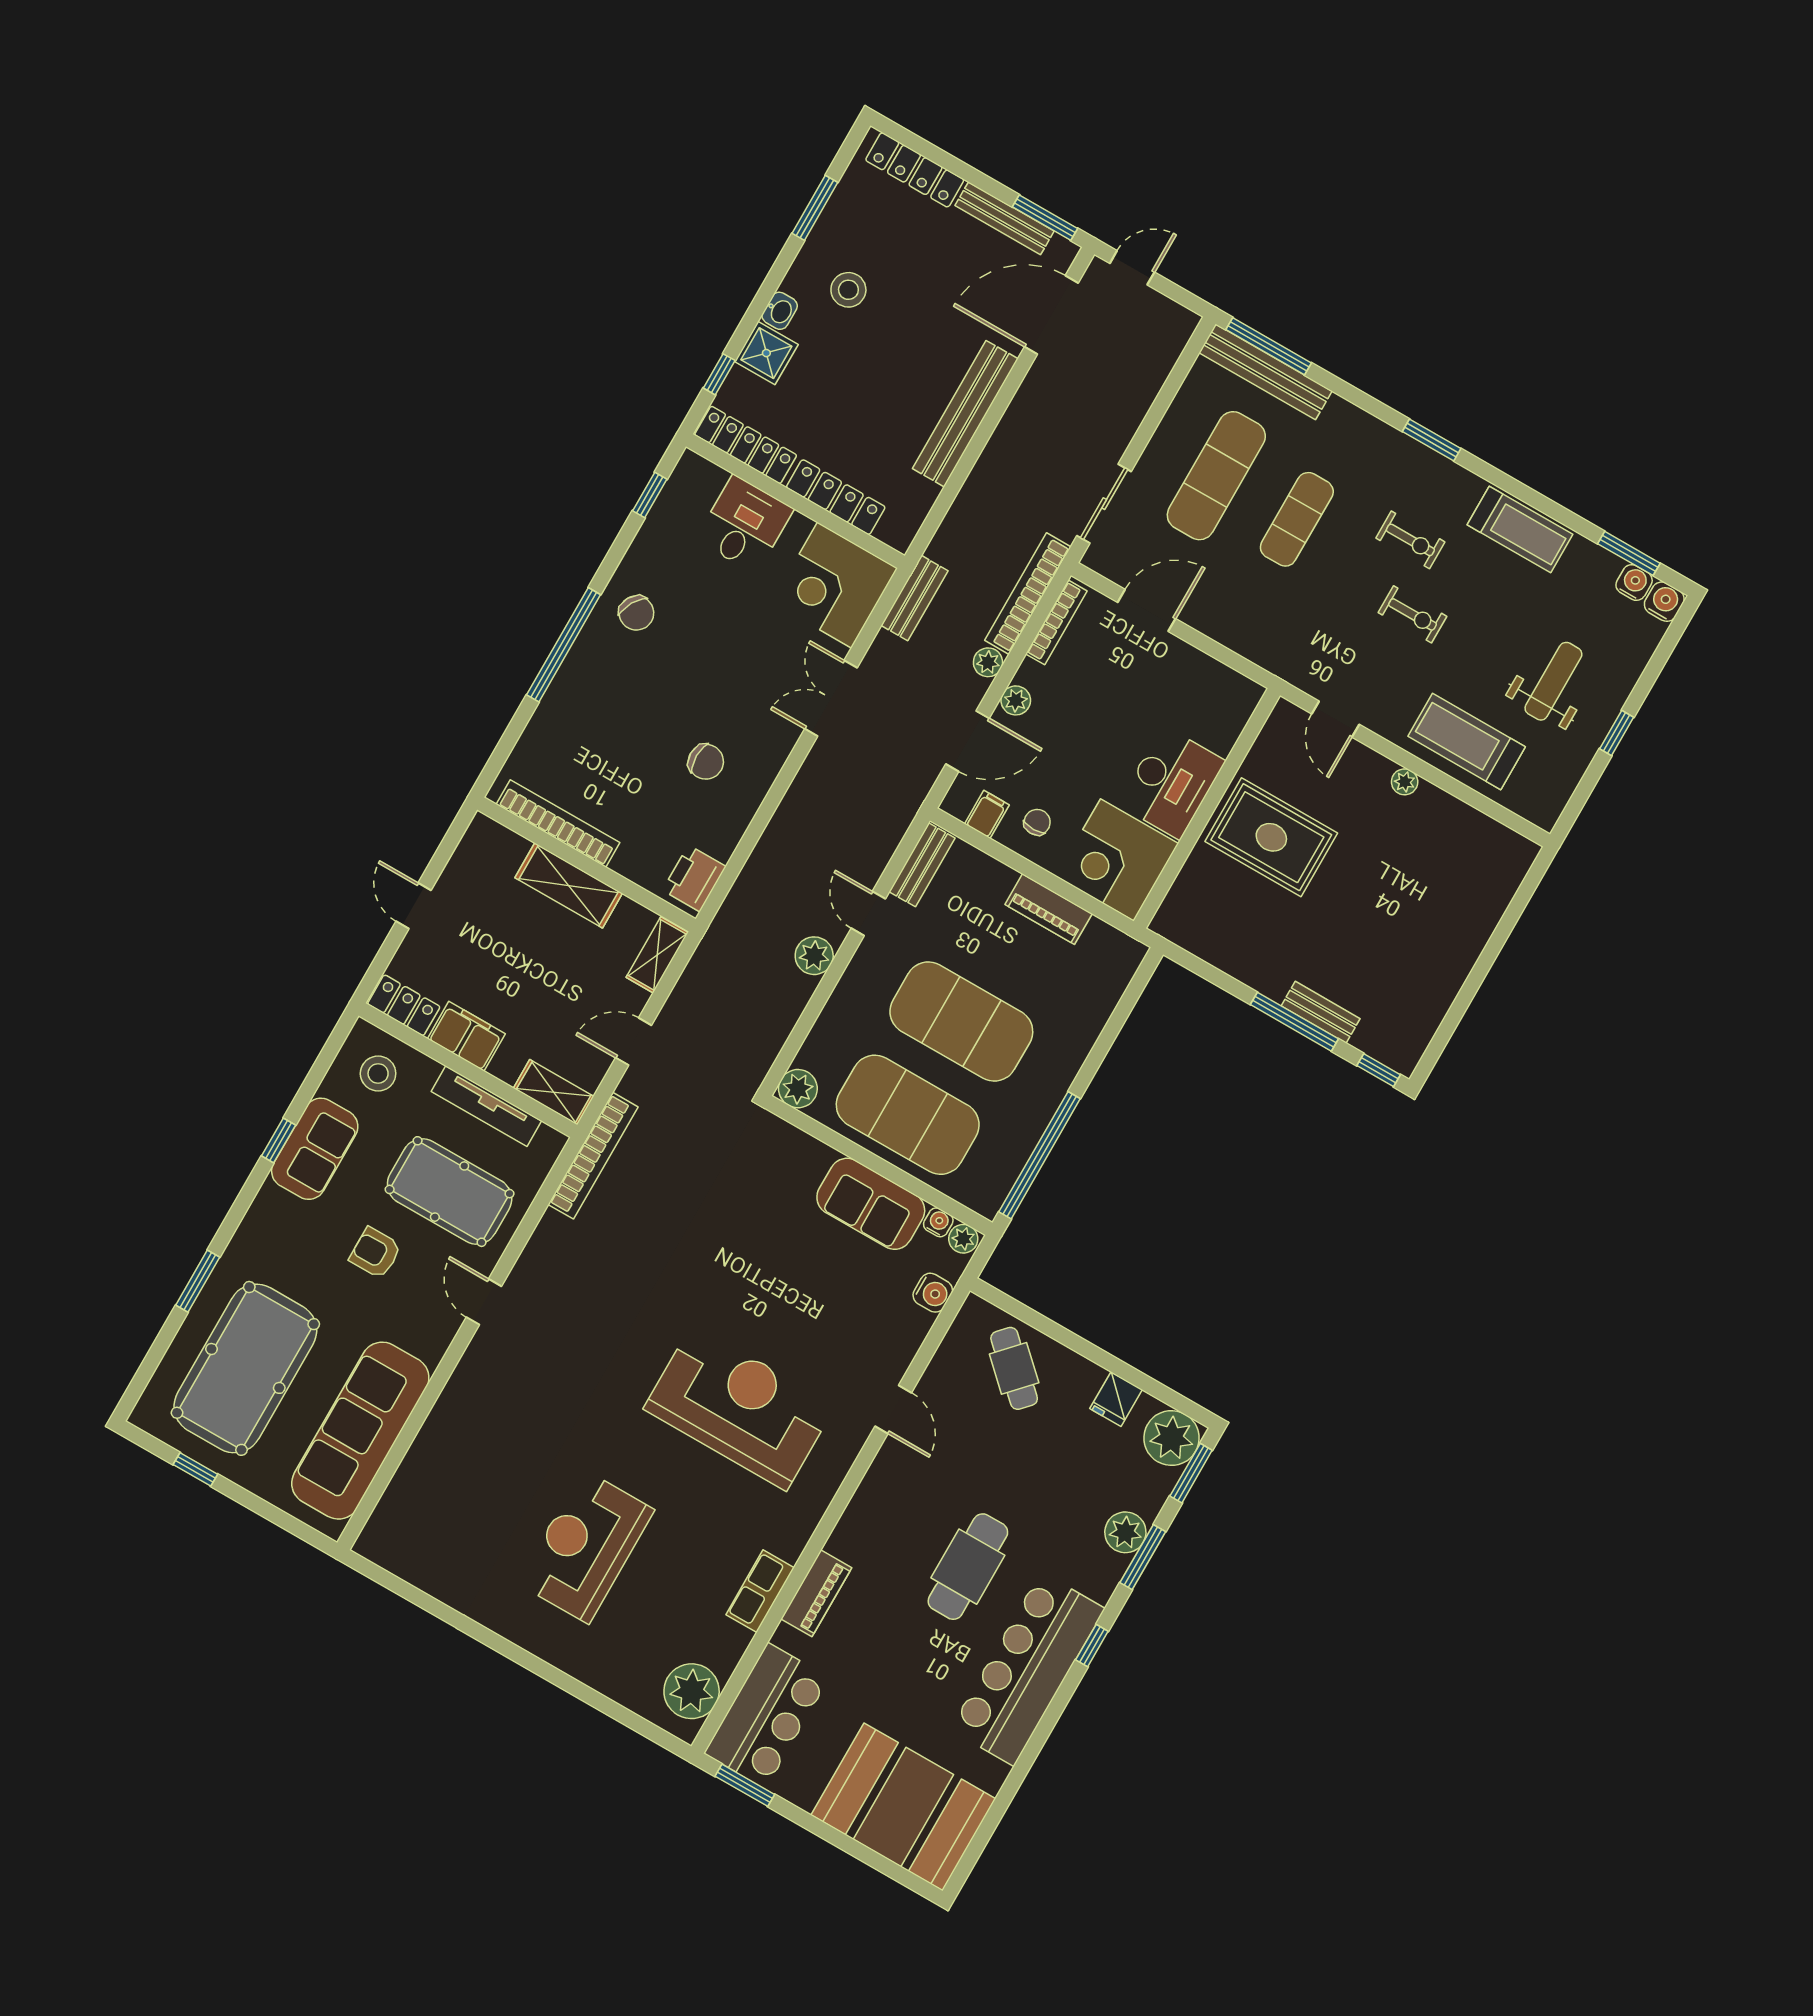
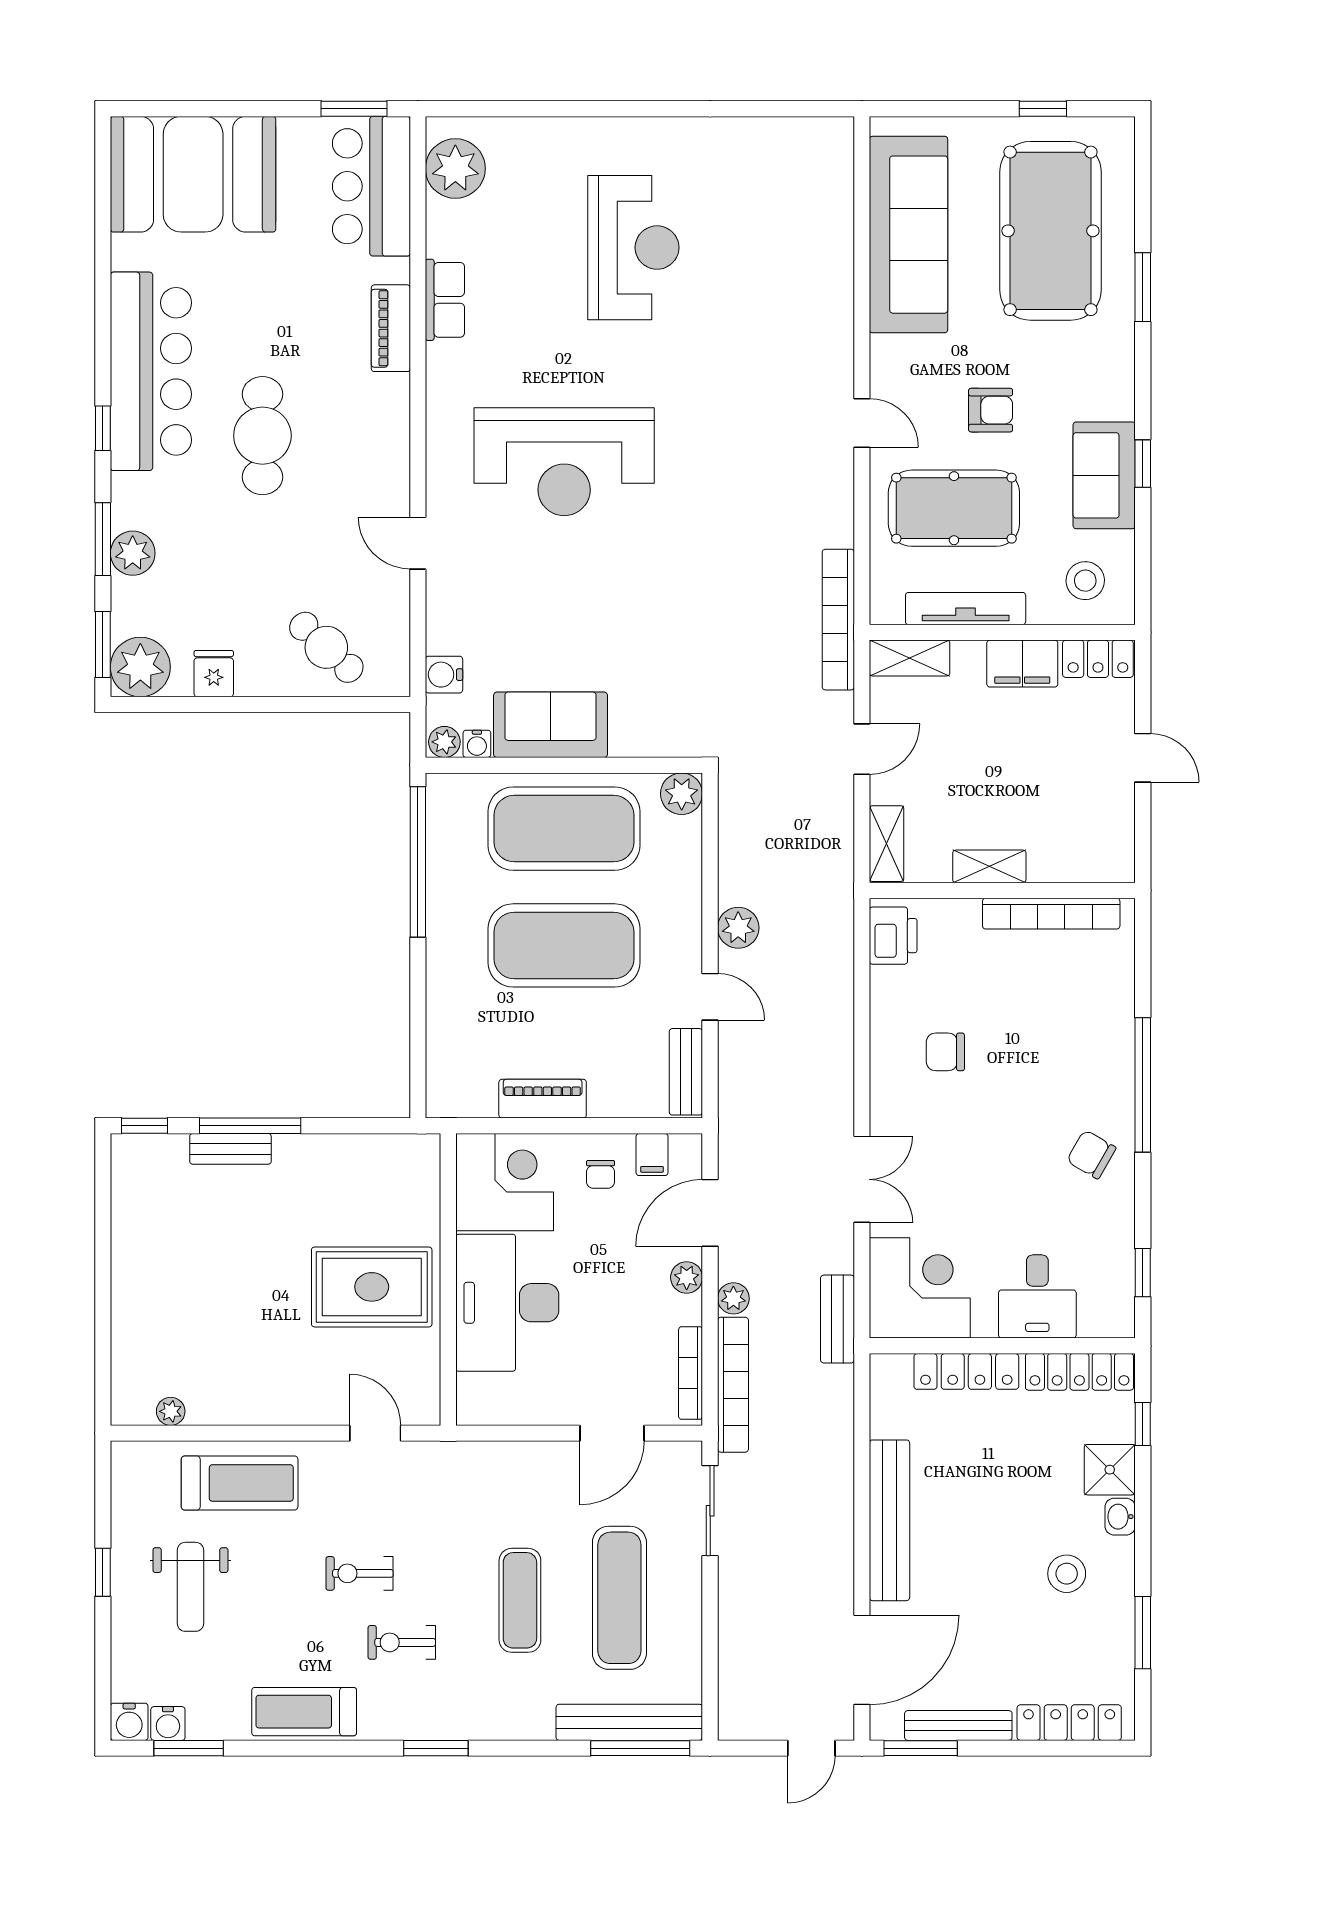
plant: (1405, 782) -> (171, 1411), moved
desk: (1171, 783) -> (507, 1303), width x1.36, depth x1.30
shelving: (569, 885) -> (989, 866), width x0.67, depth x0.75

